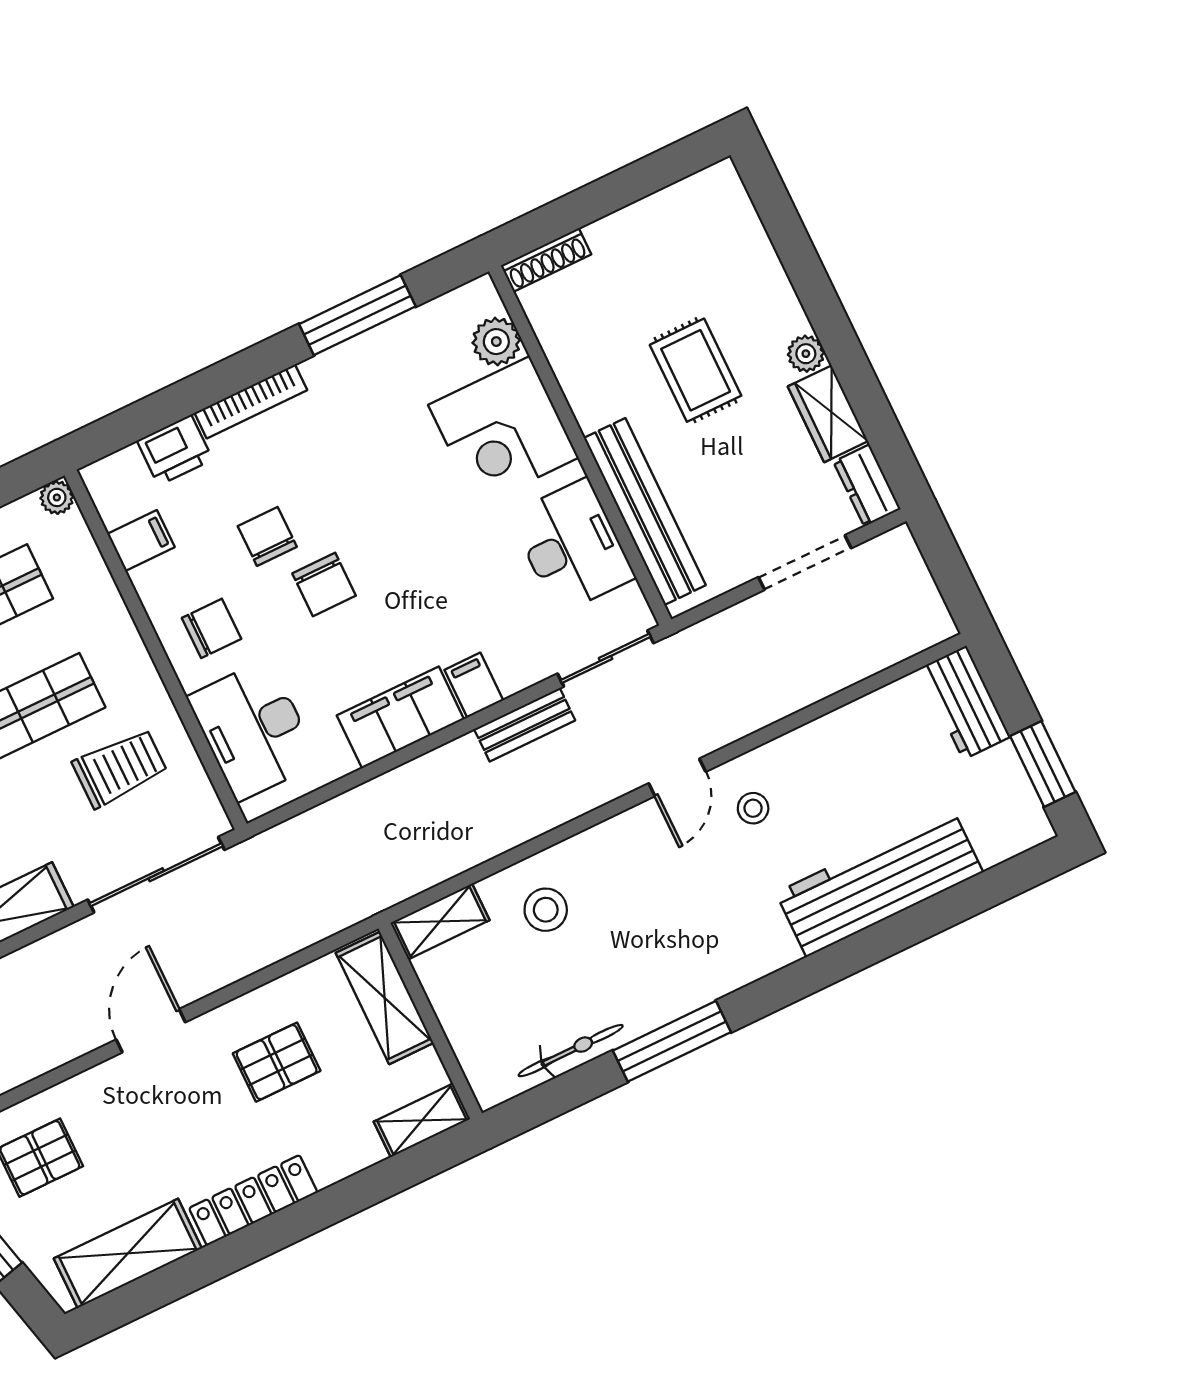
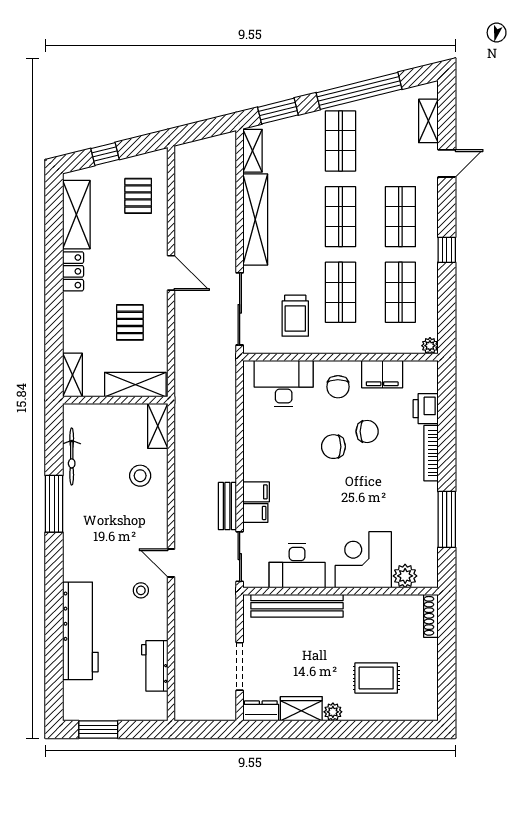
rug: (696, 370) -> (376, 678), moved
filing cabinet: (141, 541) -> (382, 374), width x2.00
workbench: (965, 703) -> (155, 666), moved, turned -90
filing cabinet: (400, 717) -> (255, 513), moved, width x0.33, depth x0.86
locker: (253, 1200) -> (73, 271), width x0.66

